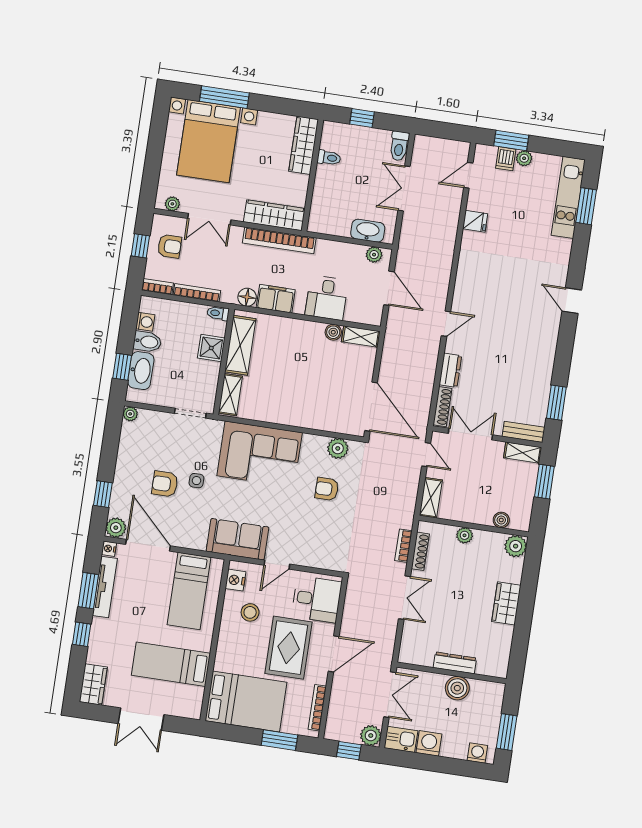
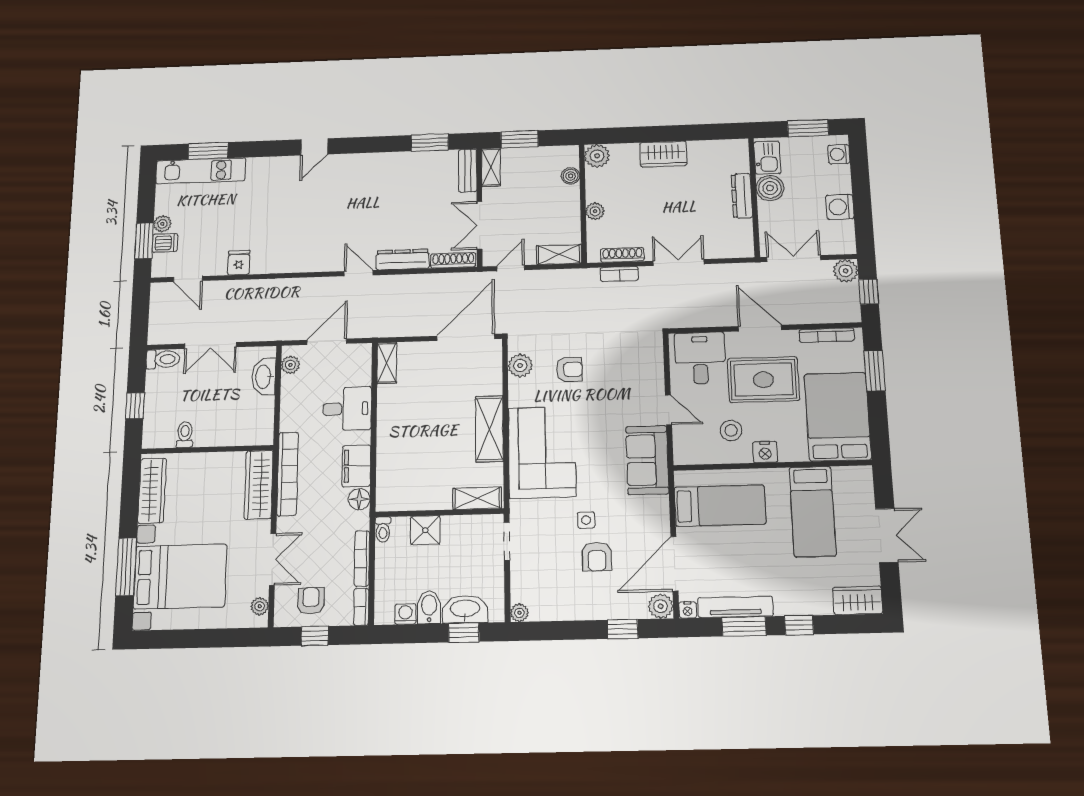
wardrobe: (304, 145) -> (152, 491), moved, turned -90
boiler: (333, 332) -> (386, 394), removed
shelving: (240, 345) -> (489, 429), moved, turned 90
dresser: (450, 370) -> (403, 259), width x1.44
armchair: (327, 489) -> (569, 369), turned -90
nightstand: (235, 580) -> (765, 452), moved
kitchen sink: (401, 739) -> (767, 158), moved, turned 180

